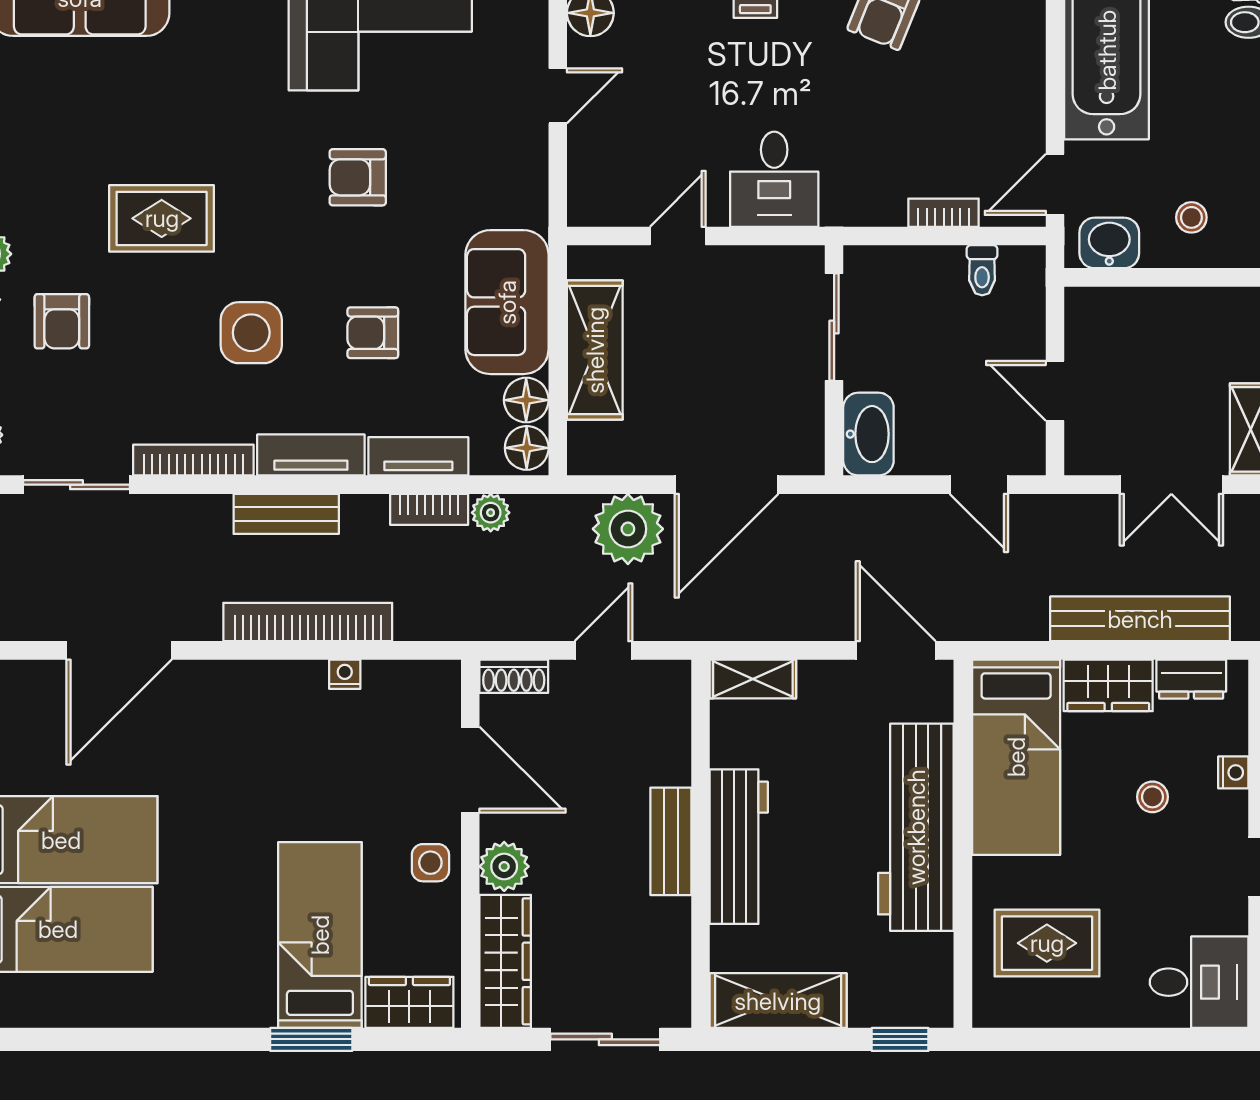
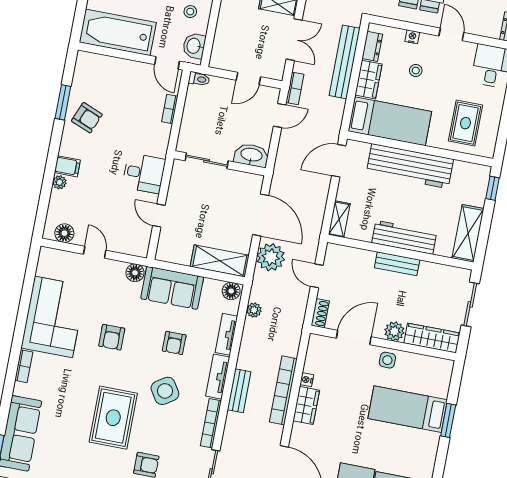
rug: (162, 218) -> (113, 418), width x1.36, depth x1.43
toilet: (982, 270) -> (199, 79), moved
side table: (251, 333) -> (165, 391), turned -33
shelving: (595, 350) -> (220, 261), moved
floor lamp: (526, 400) -> (135, 273), moved
bookcase: (429, 509) -> (295, 88), moved
wardrobe: (409, 1002) -> (306, 405), moved, turned 180

